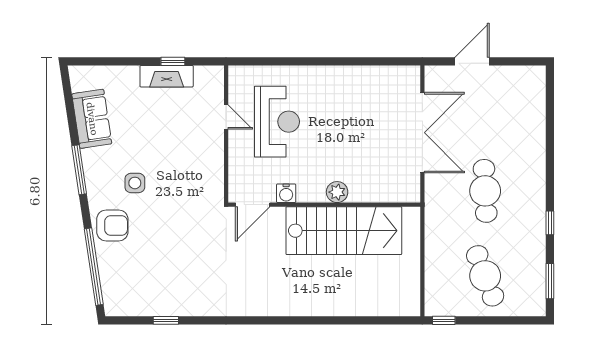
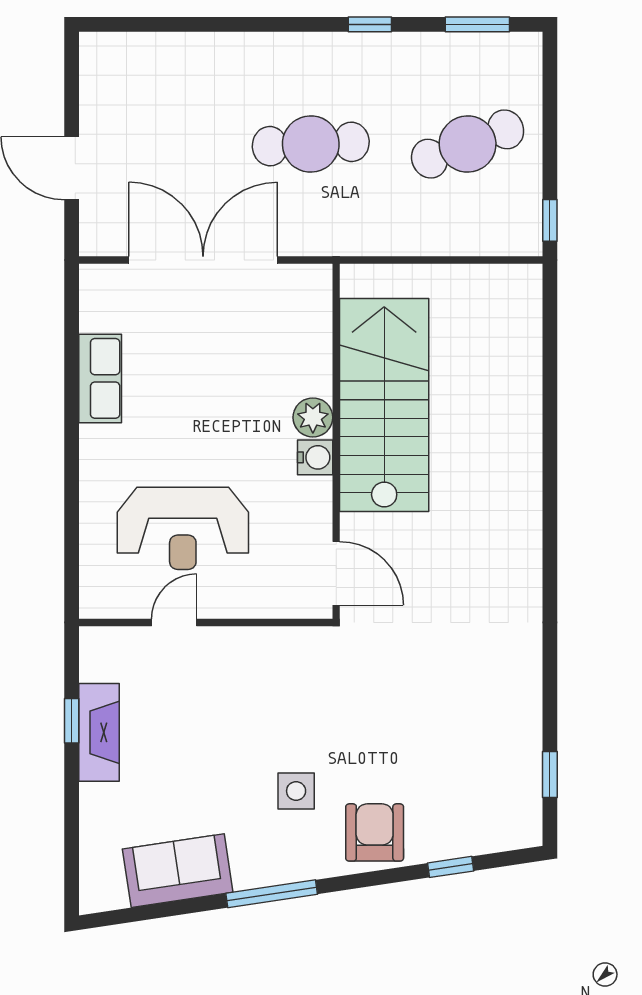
row of seats: (358, 77) -> (100, 378), added
reception desk: (277, 122) -> (183, 528), turned 180
water cooler: (286, 193) -> (315, 457), moved
window: (94, 267) -> (451, 867), width x0.32
window: (166, 320) -> (550, 775), moved

